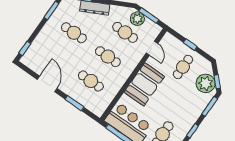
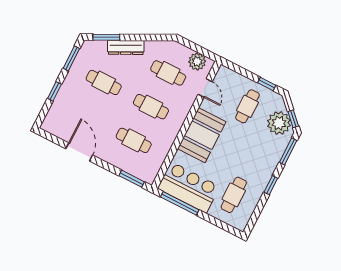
window: (149, 15) -> (195, 47), removed
plant: (137, 19) -> (197, 62), moved
window: (190, 45) -> (267, 84), moved
window: (25, 48) -> (55, 91), moved
window: (74, 103) -> (132, 179), moved

